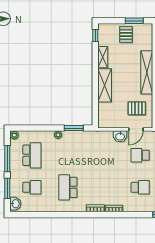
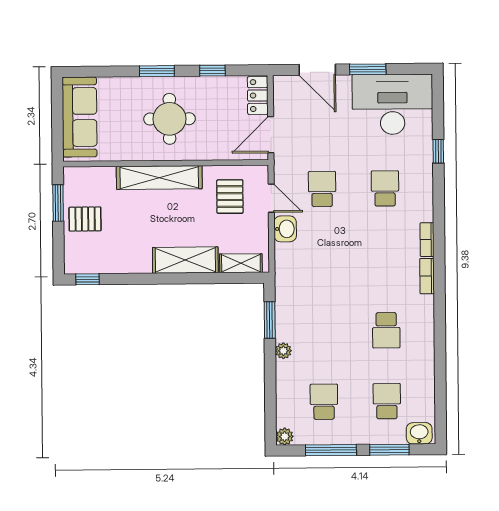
shelving: (103, 57) -> (241, 263), moved
school desk: (32, 155) -> (324, 402), width x0.54
school desk: (140, 155) -> (322, 189), turned 180
school desk: (68, 187) -> (386, 330), width x0.54

